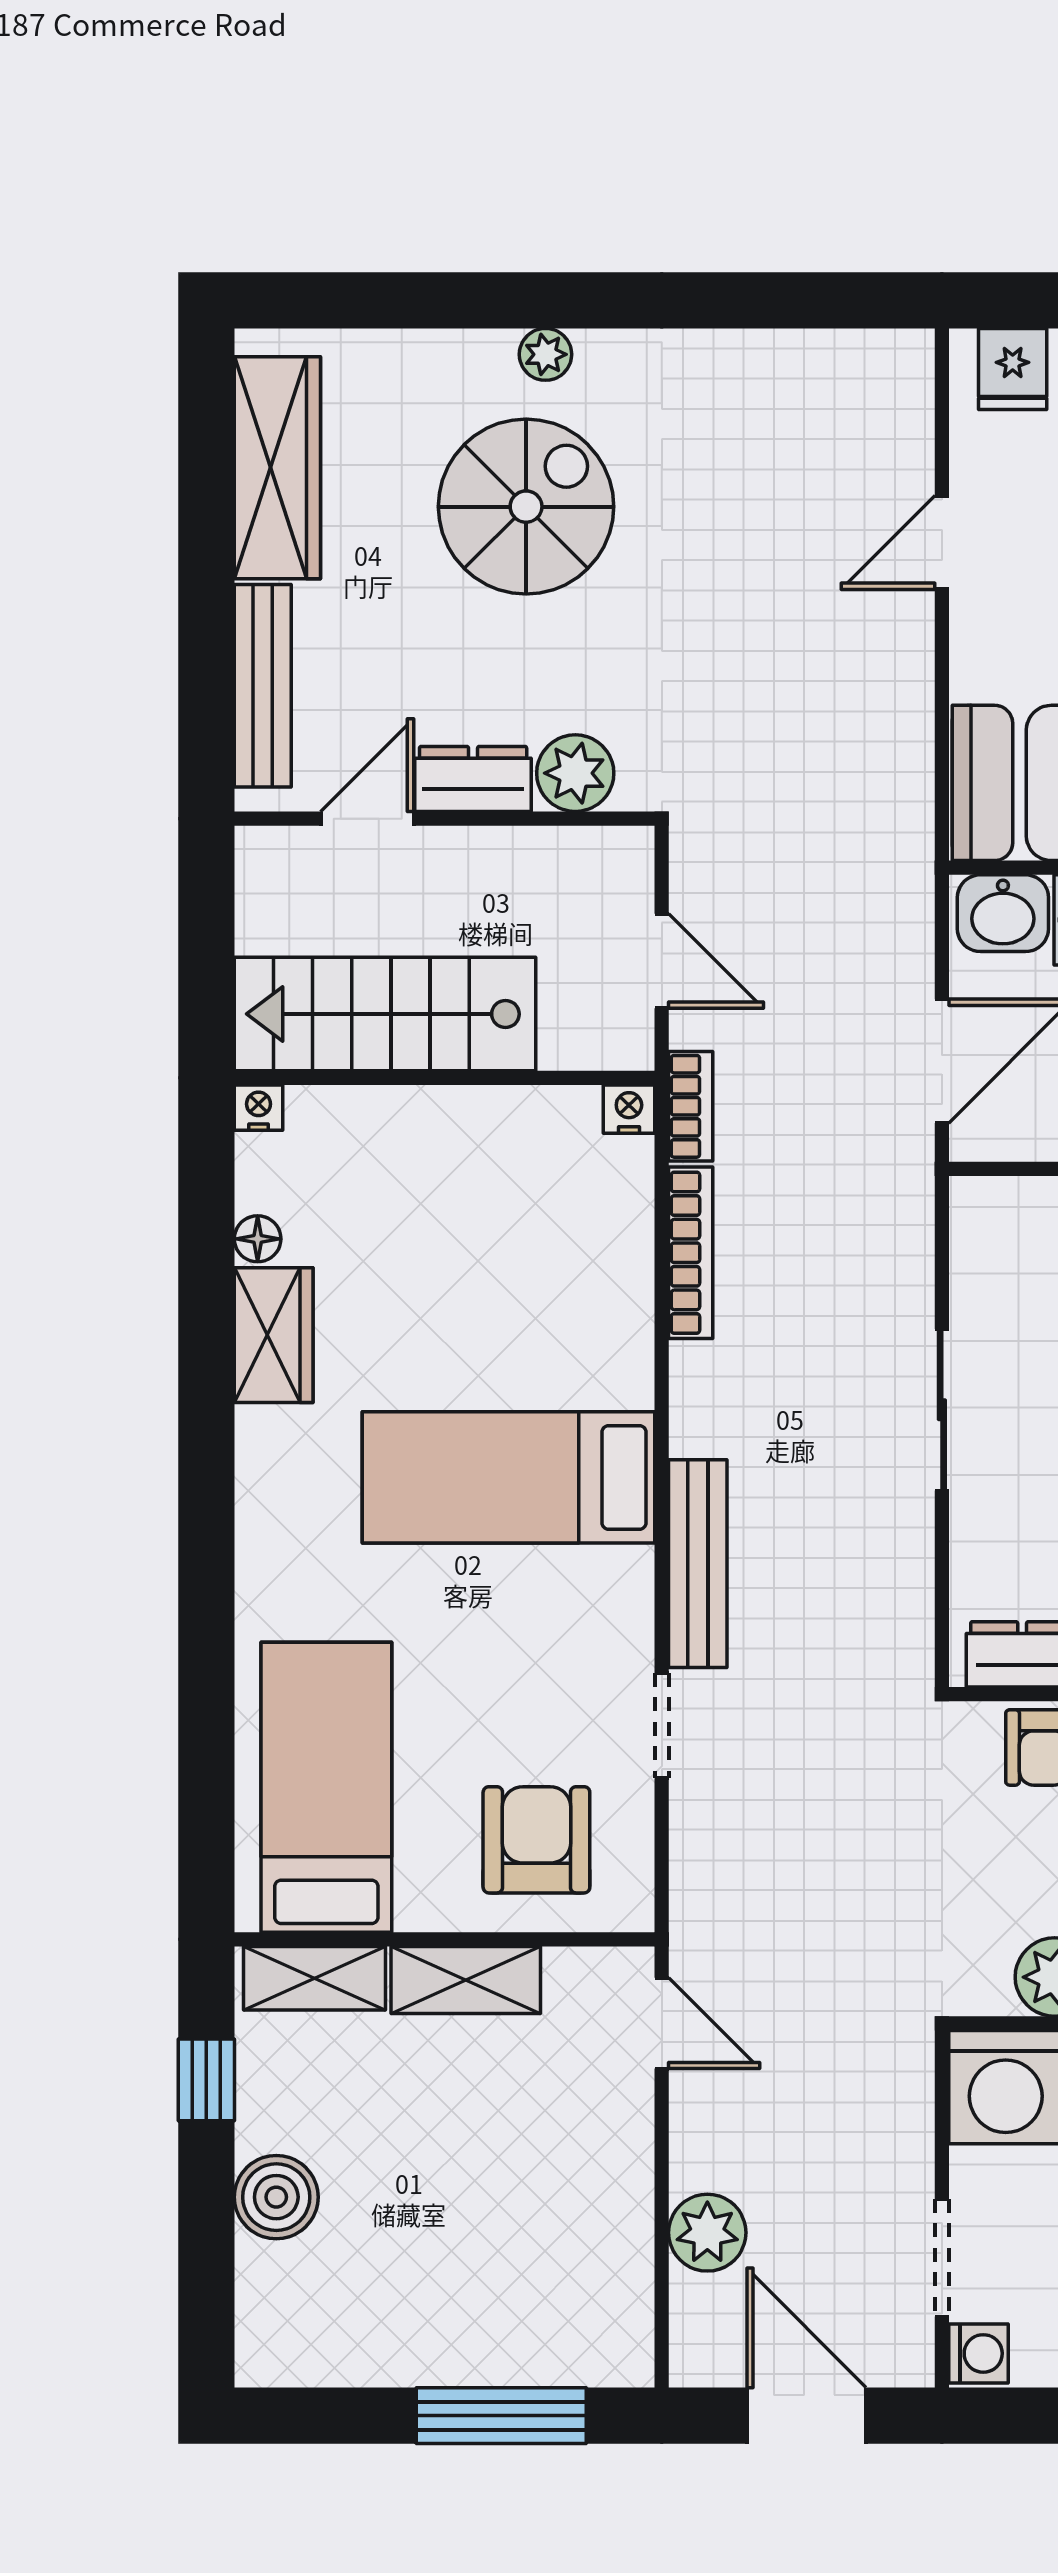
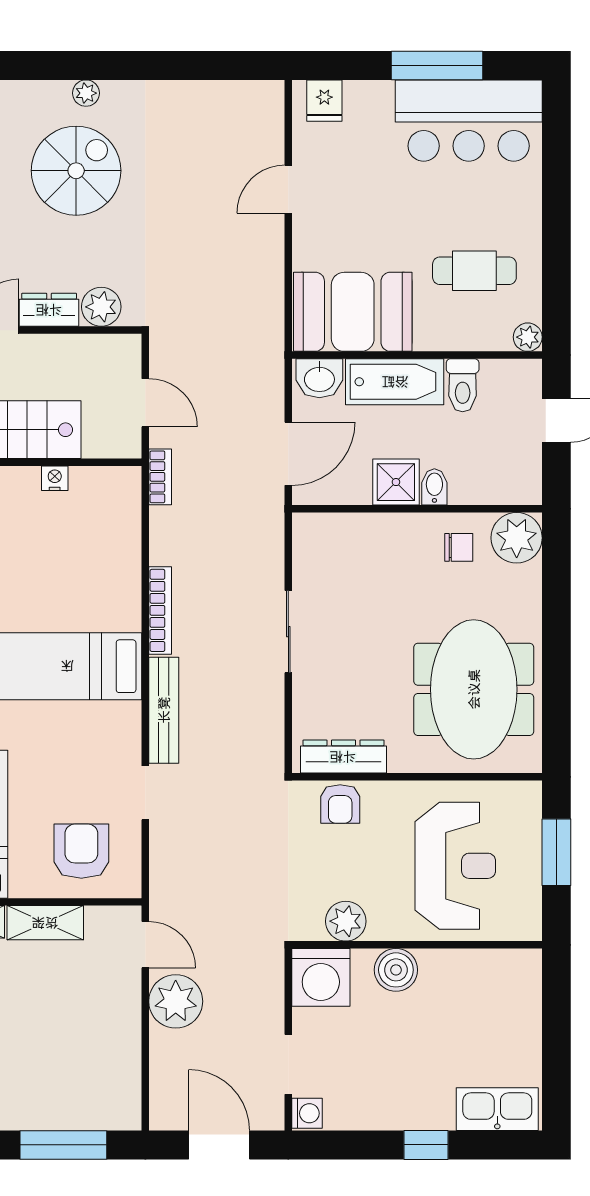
nightstand: (629, 1109) -> (55, 478), moved
bookcase: (691, 1253) -> (160, 610), moved
plant: (707, 2233) -> (176, 1001), moved, width x1.36, depth x1.36

